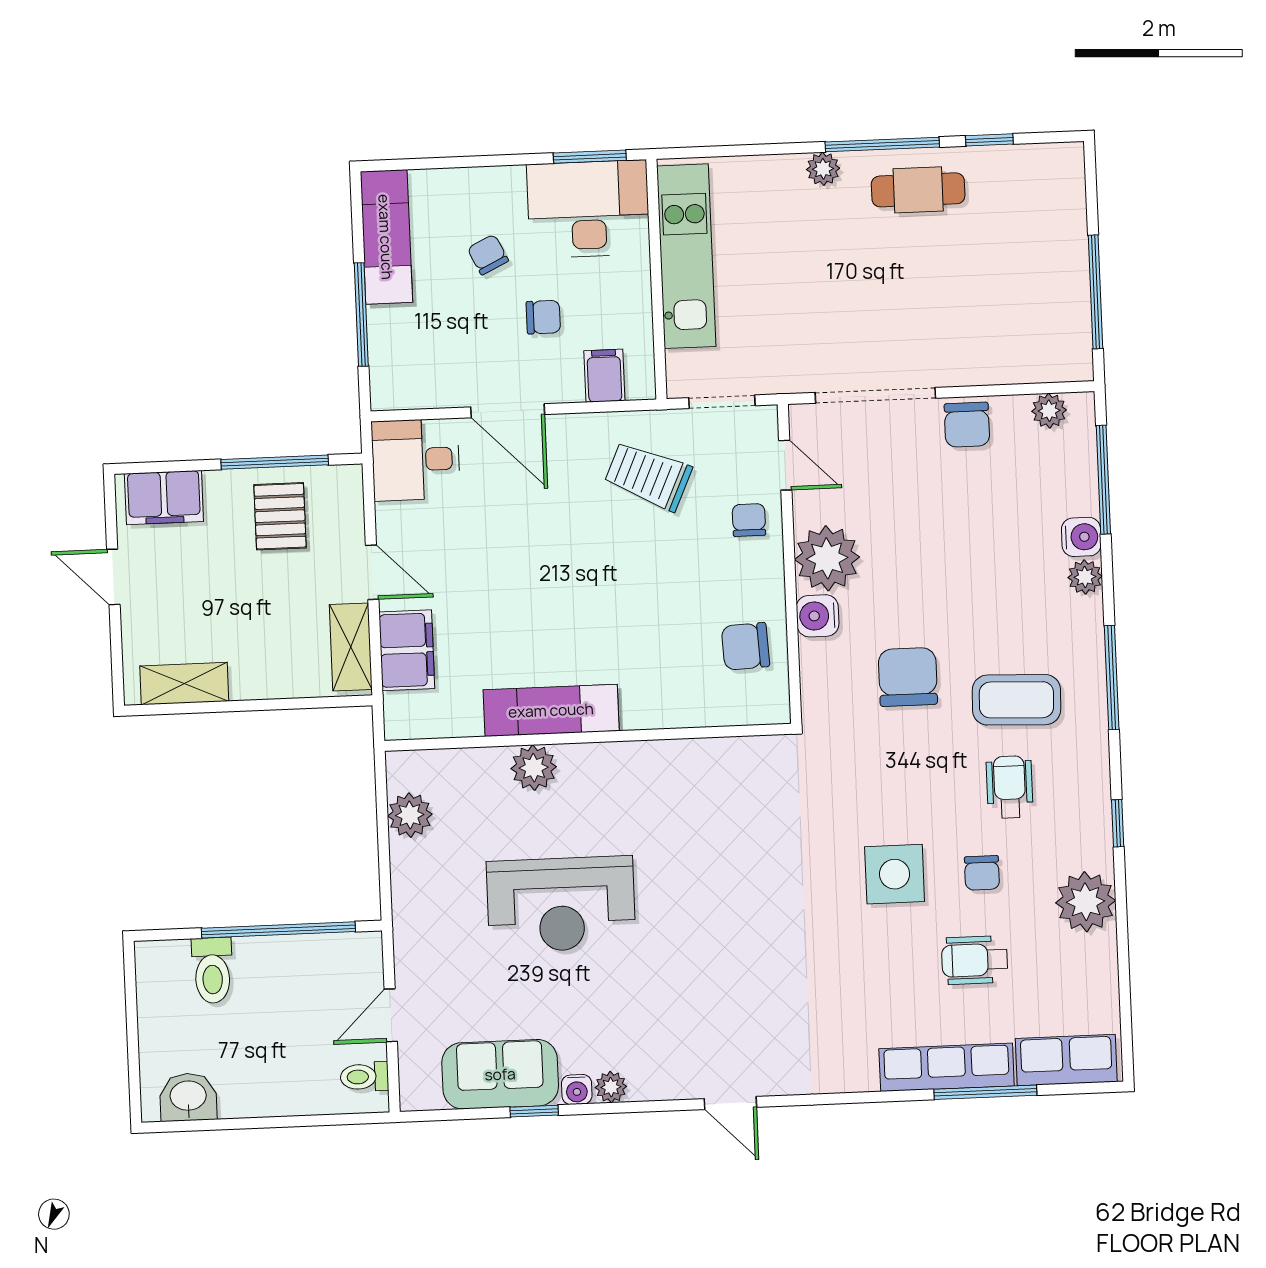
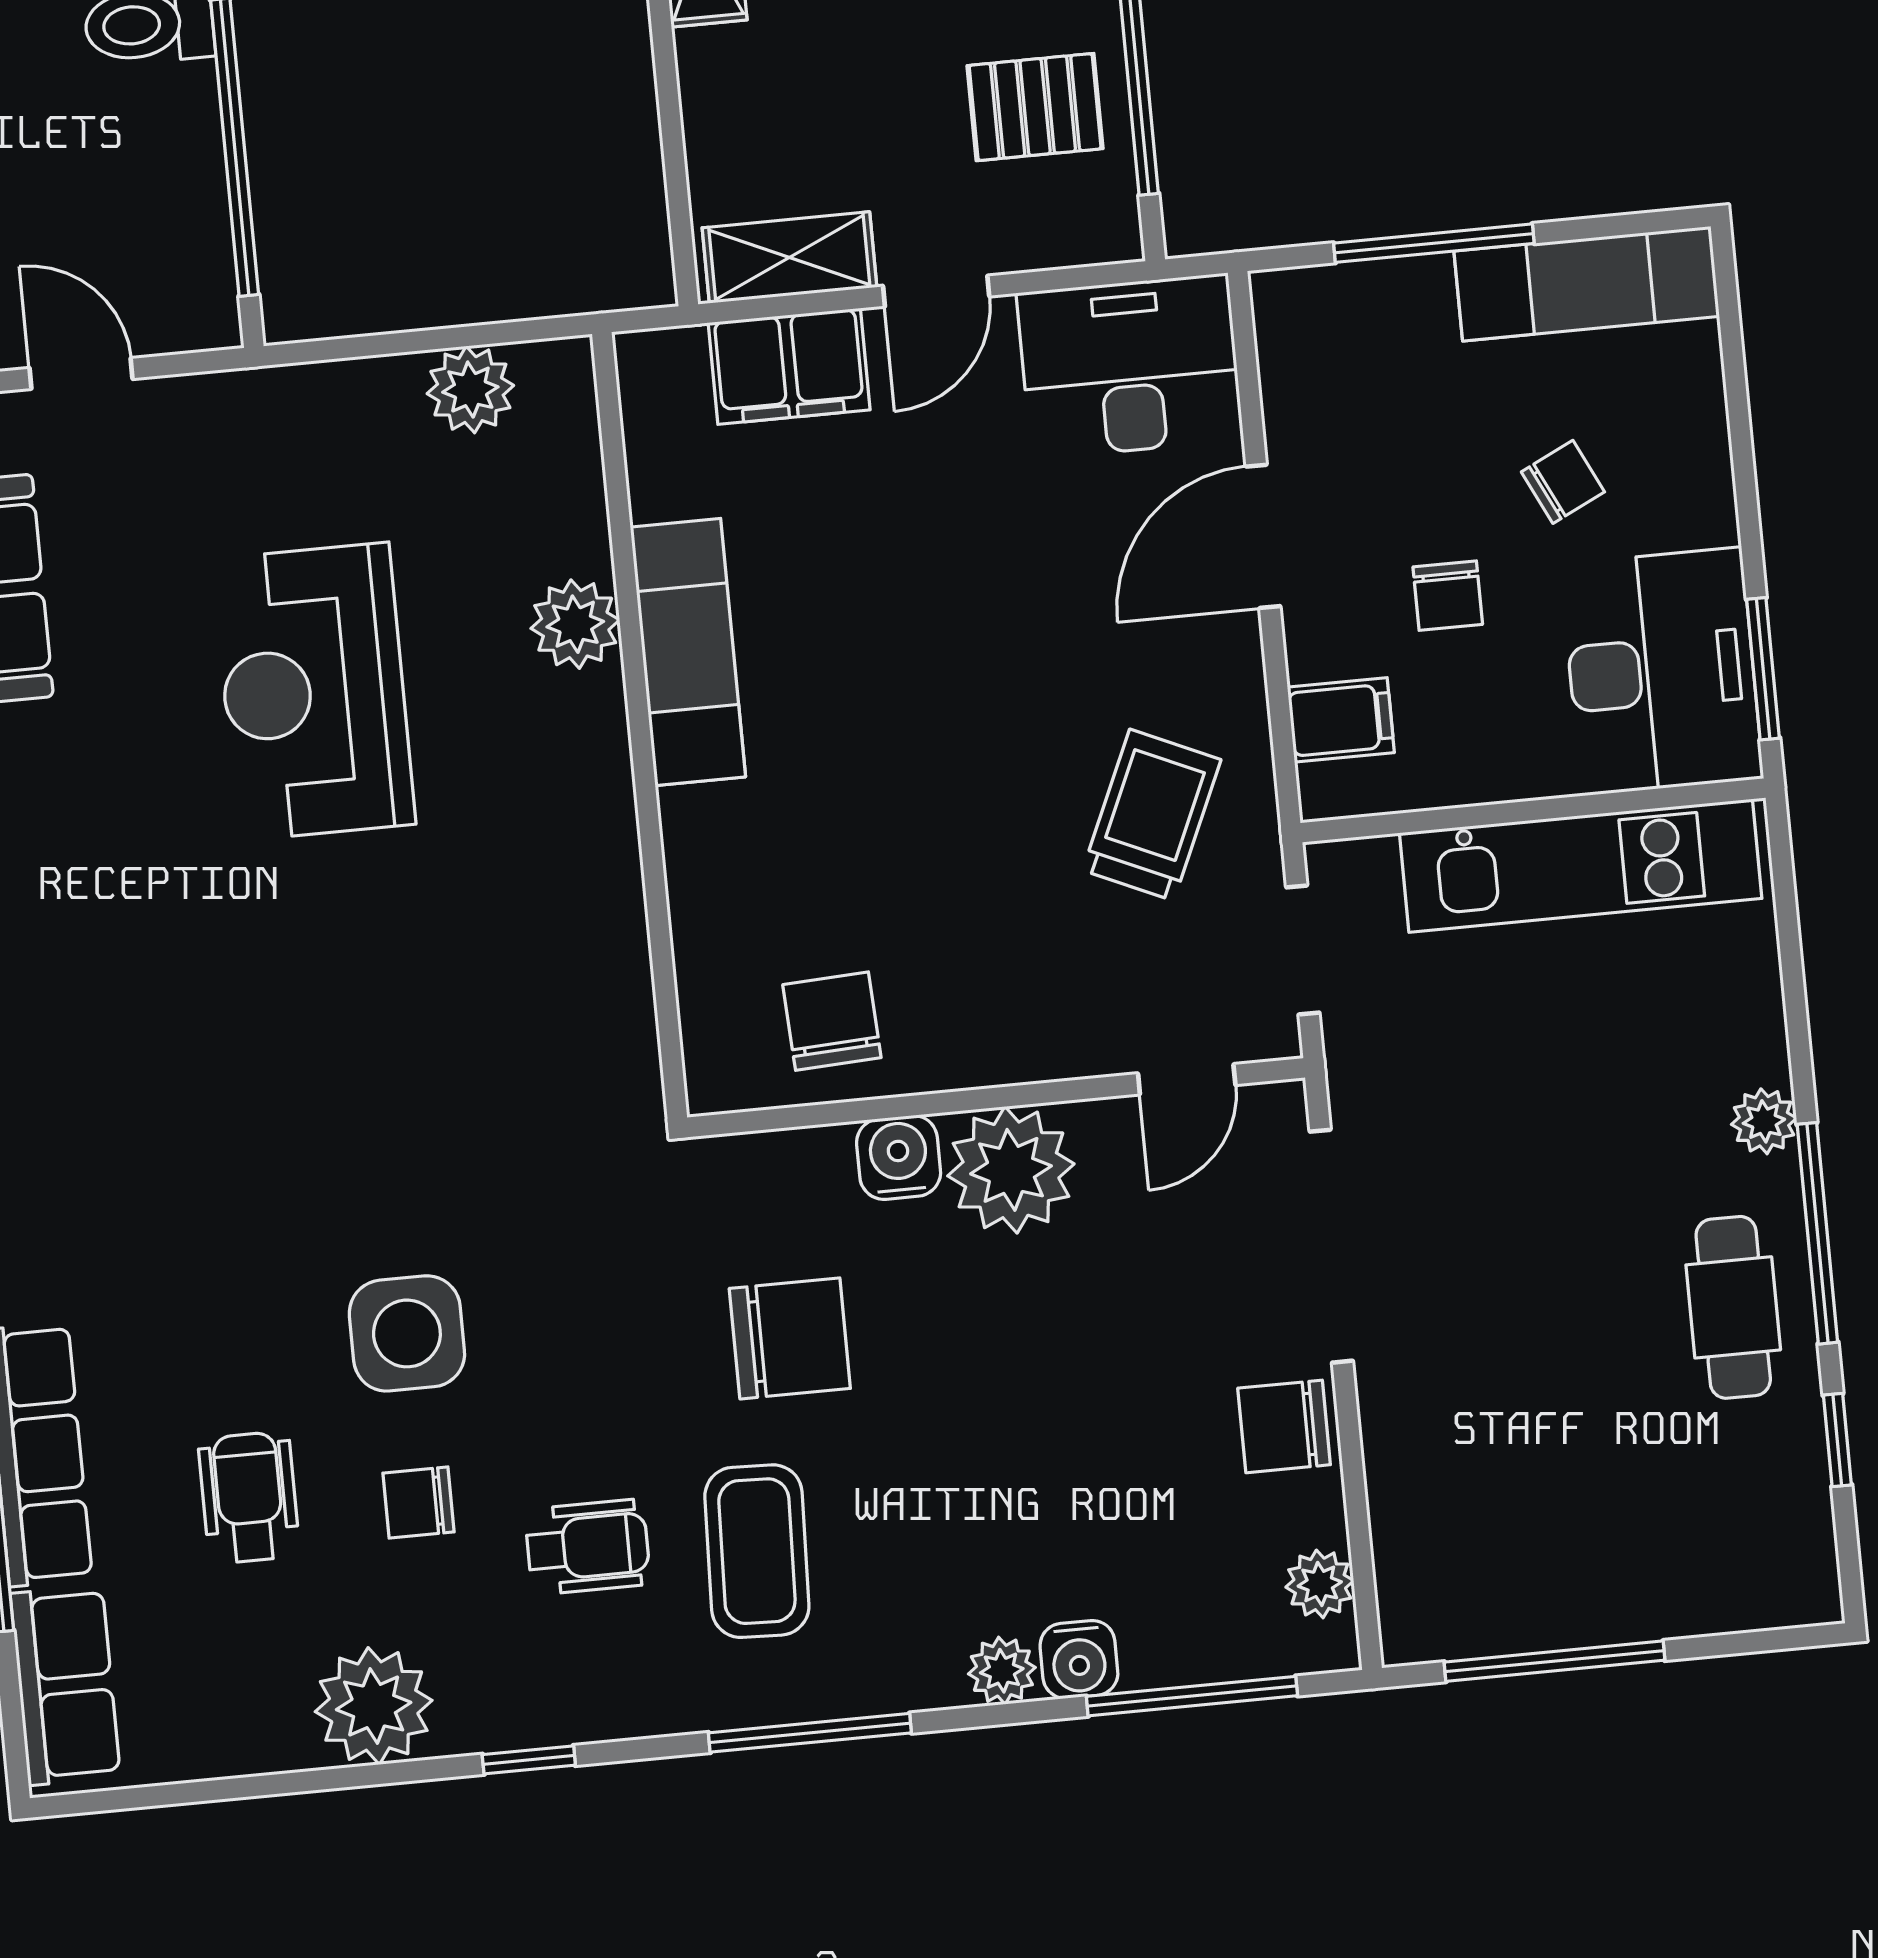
desk: (416, 460) -> (1130, 366), width x1.37
chair: (749, 520) -> (1077, 1015), removed

